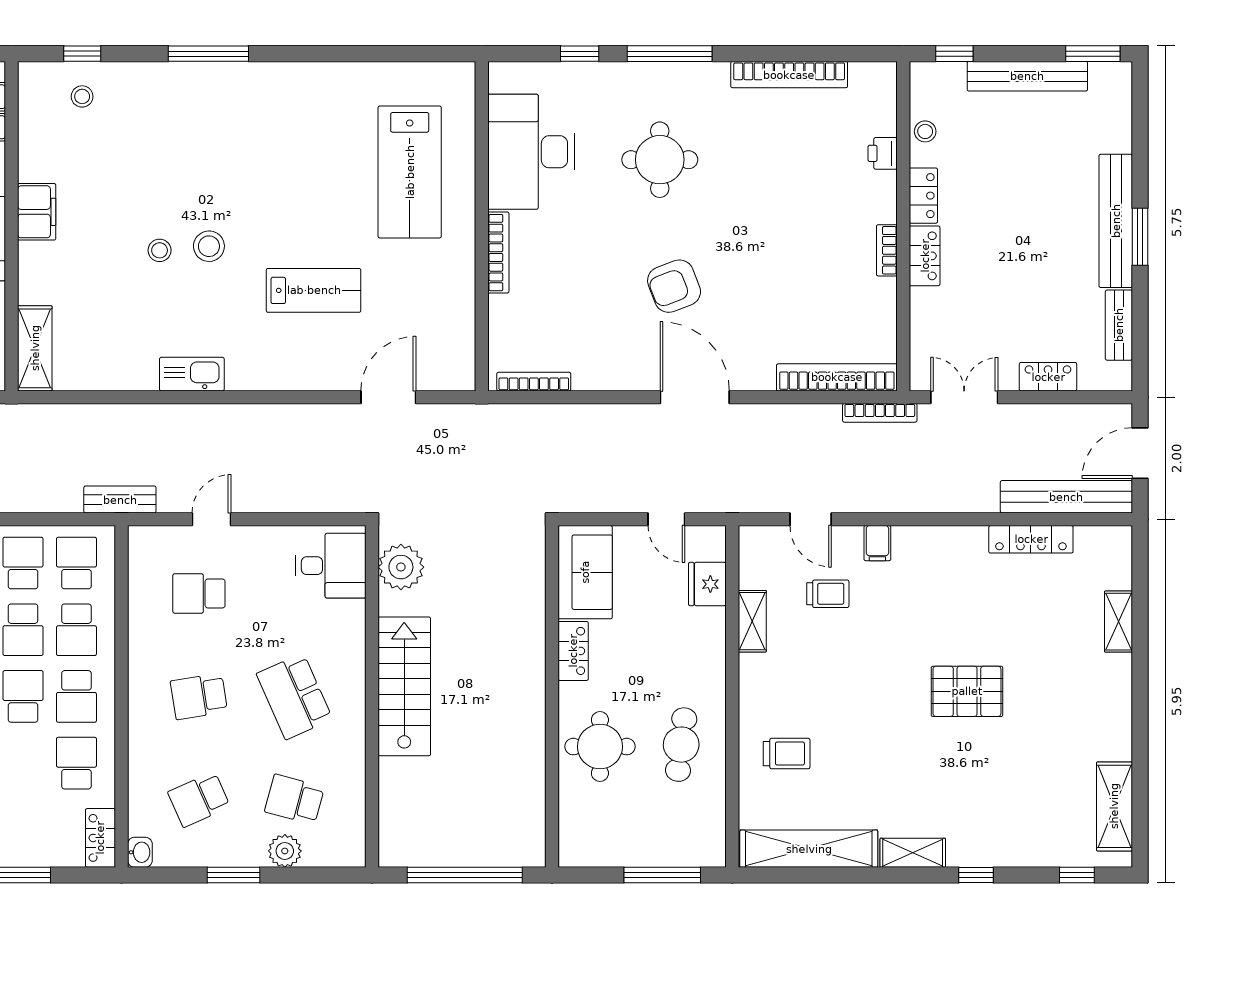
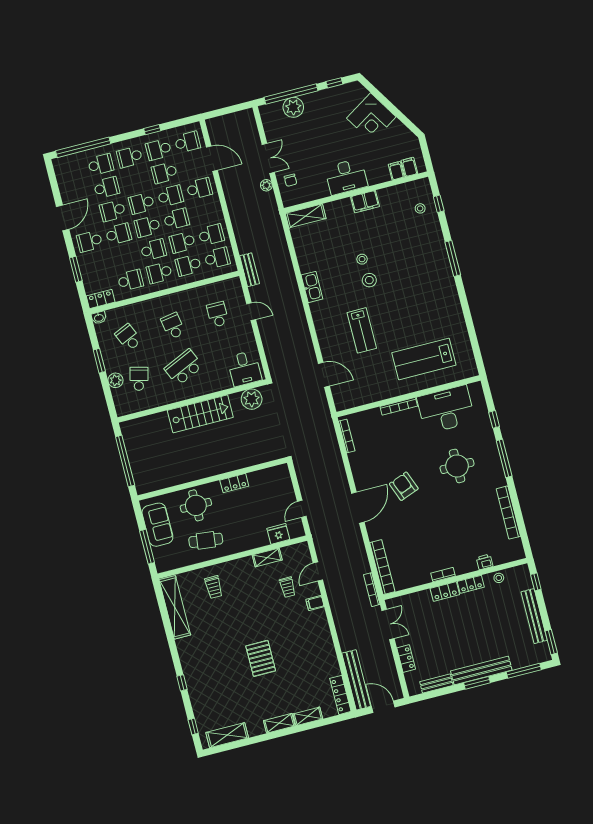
window: (1140, 129) -> (524, 671), added
locker: (1031, 539) -> (340, 695), moved
sofa: (585, 572) -> (157, 525), moved, turned -90
shelving: (913, 853) -> (279, 723), moved, turned 90

